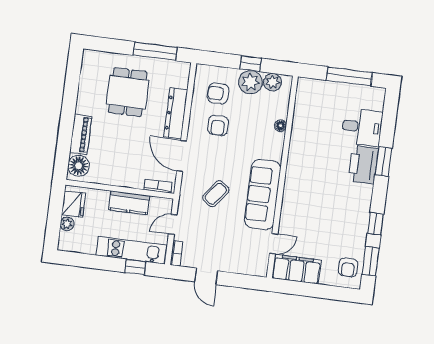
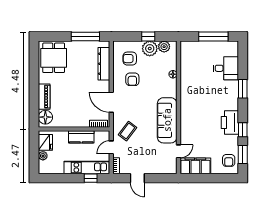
dining table: (128, 92) -> (54, 58), moved
dresser: (176, 113) -> (104, 64), moved
printer: (363, 165) -> (230, 123), moved
coffee table: (216, 194) -> (128, 131), moved

